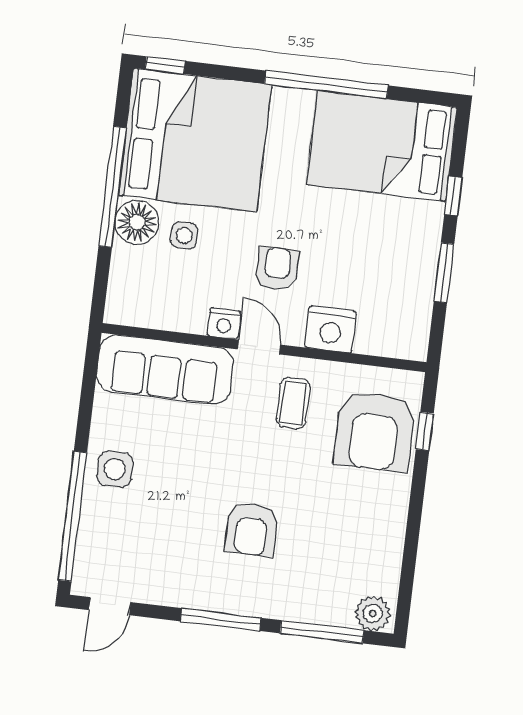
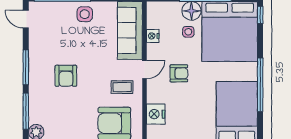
nightstand: (224, 323) -> (153, 36), moved
nightstand: (331, 329) -> (156, 114), moved
armchair: (251, 529) -> (66, 76), turned -90

